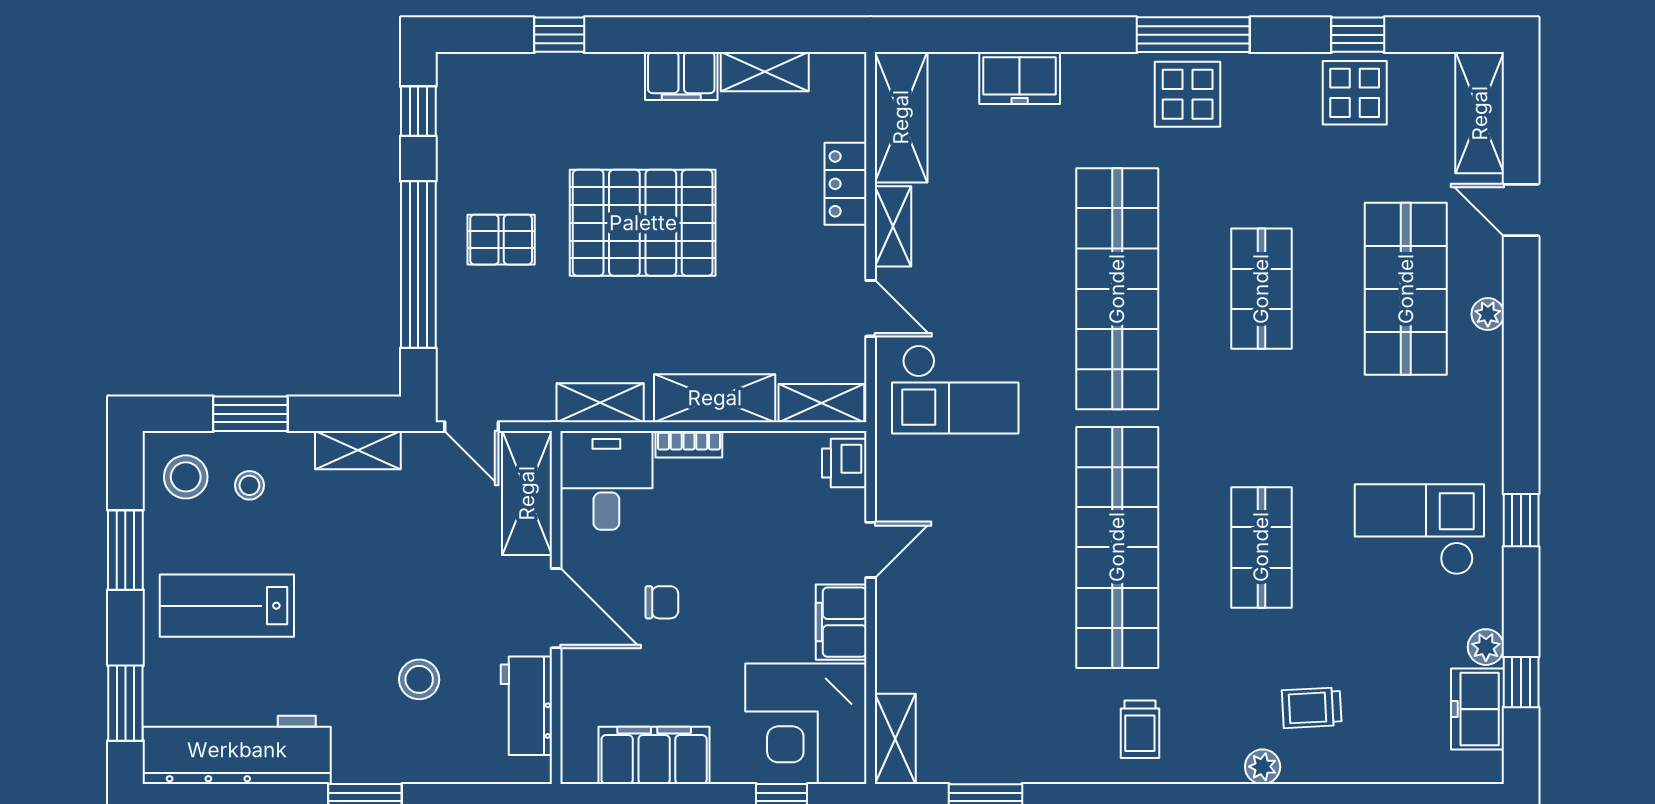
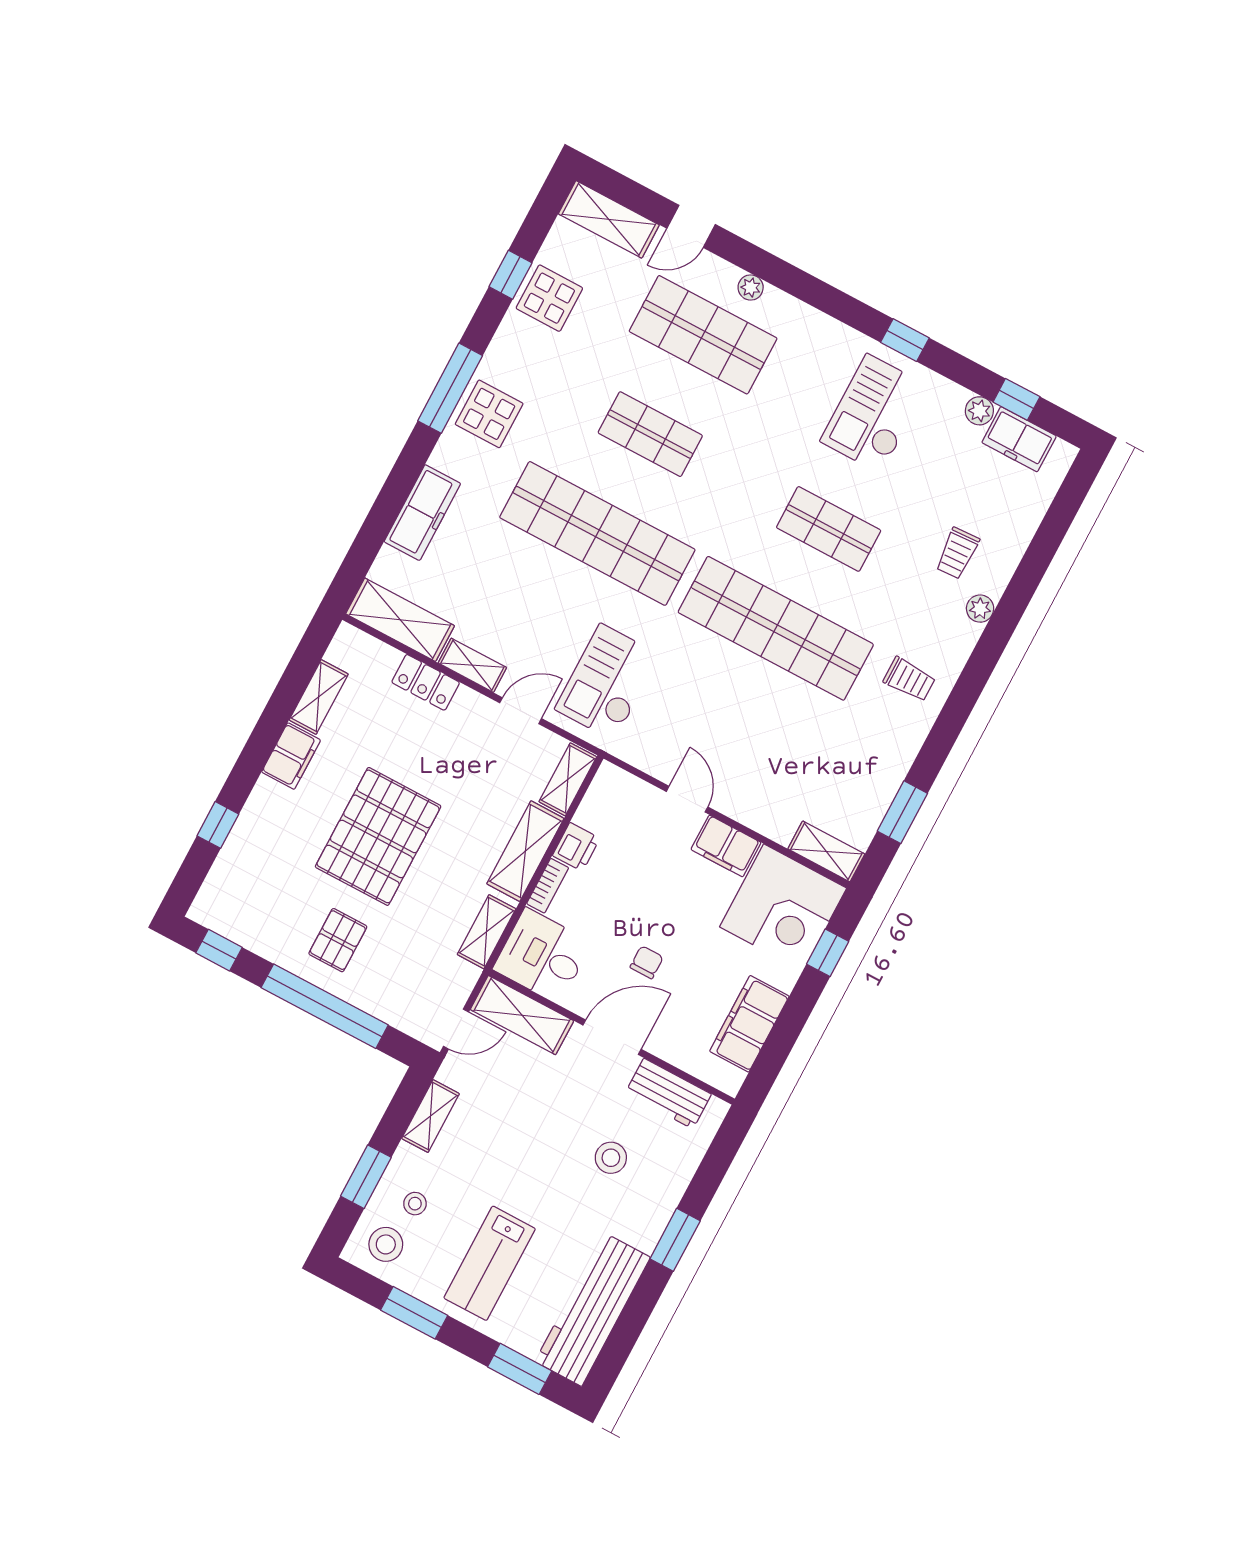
freezer: (1020, 78) -> (422, 513), width x1.40
checkout: (955, 389) -> (607, 682), turned 180
printer: (844, 463) -> (576, 847), moved, turned -90

